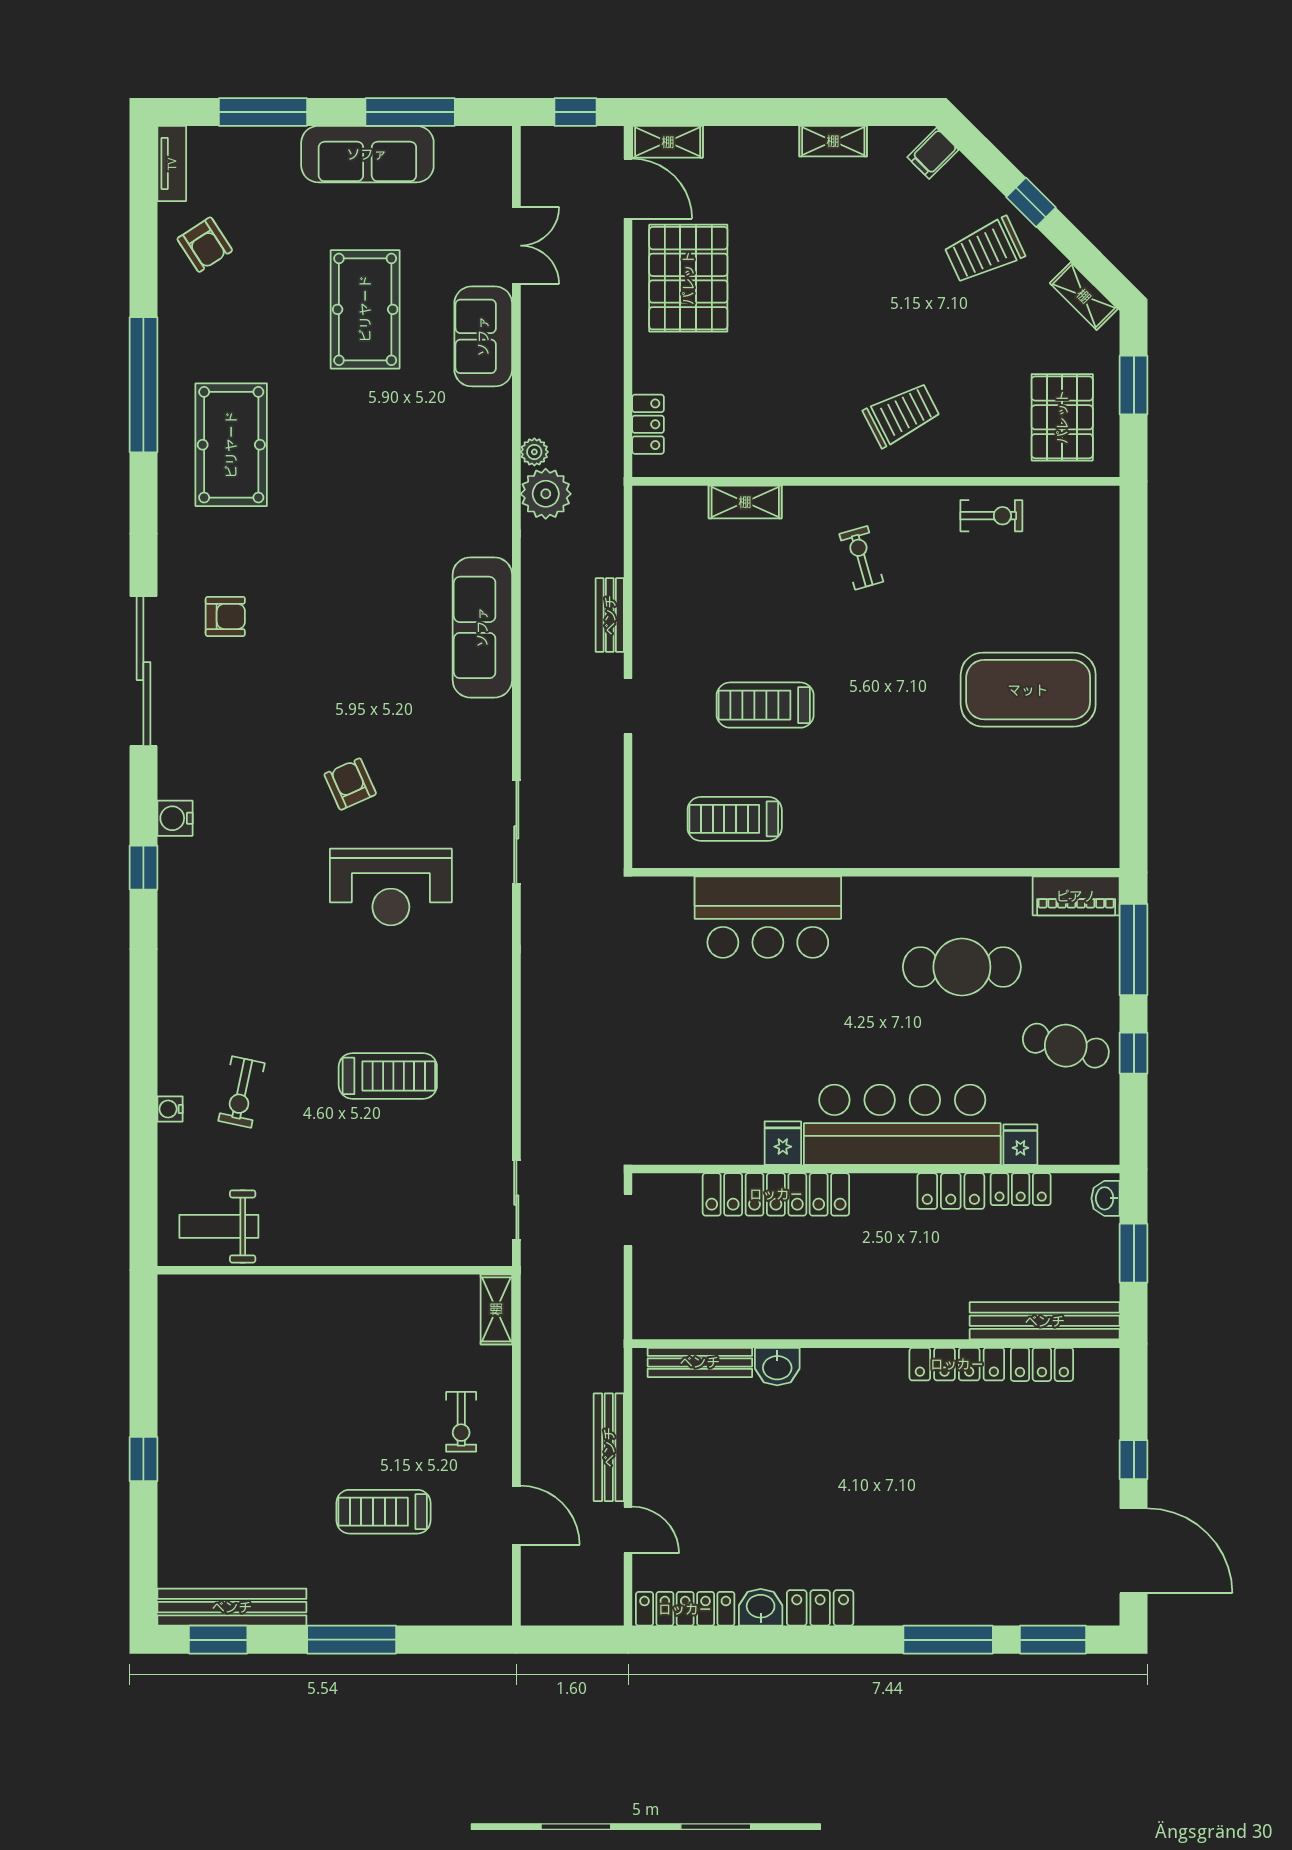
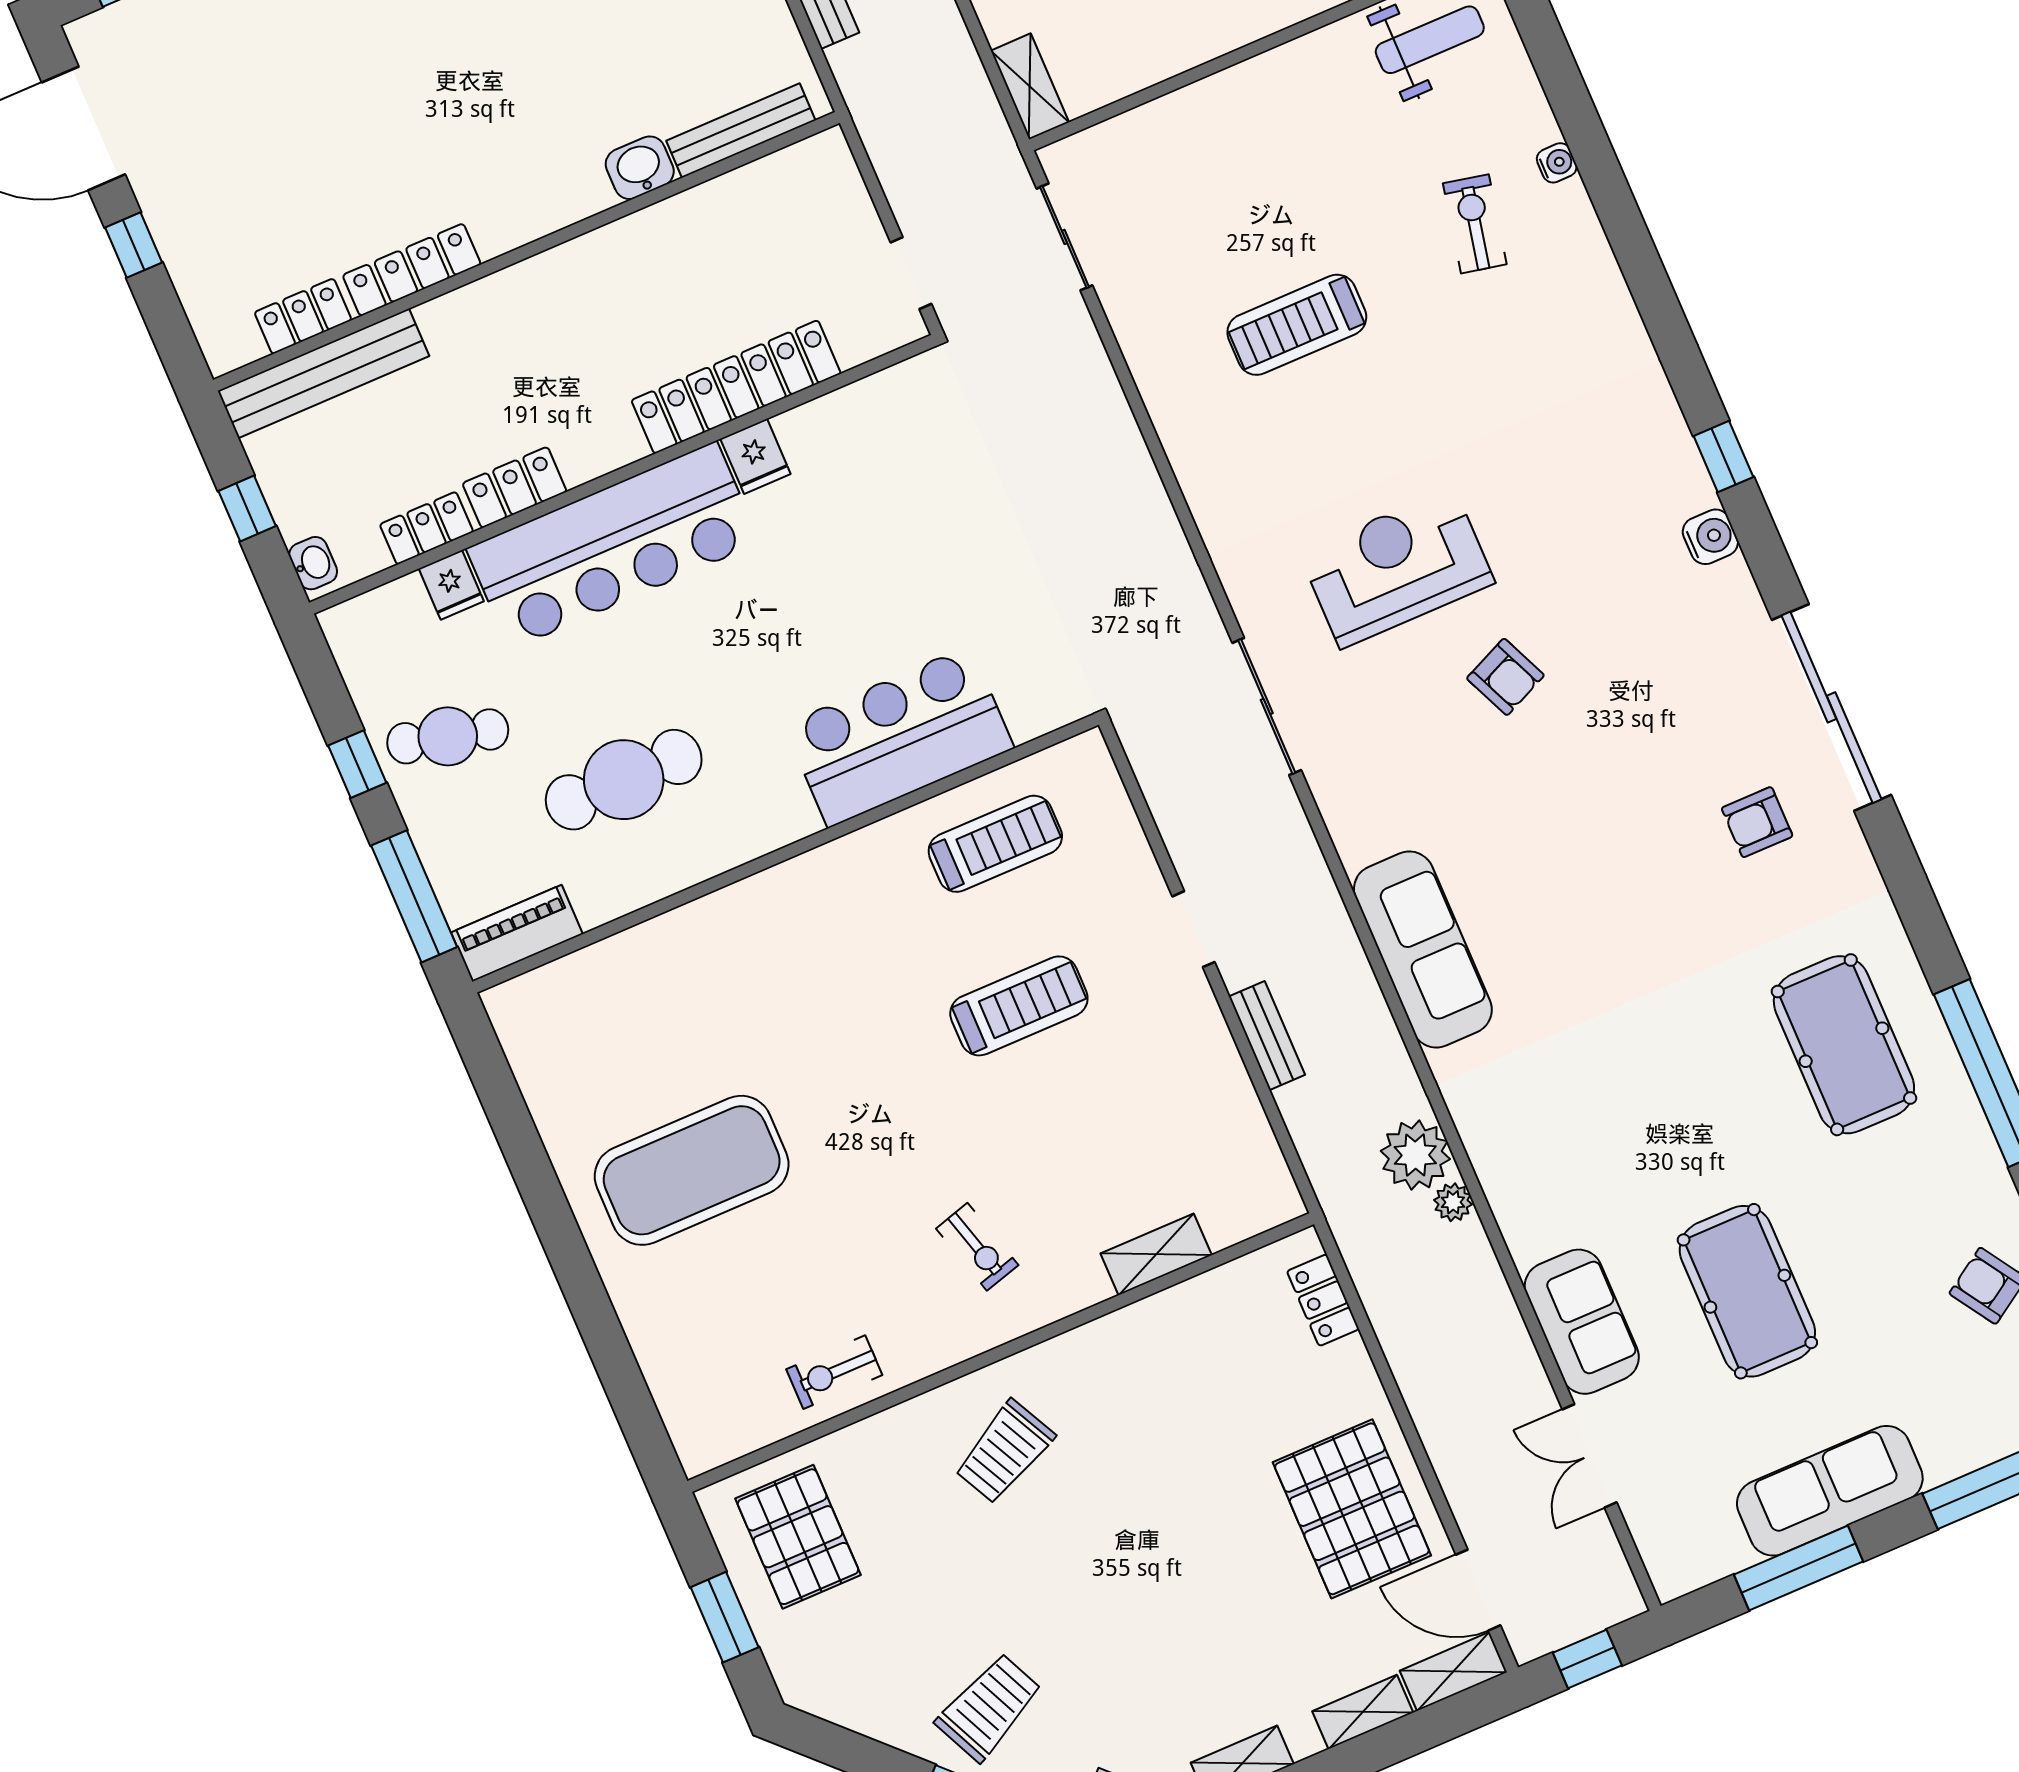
shelving: (1084, 296) -> (1363, 1712), moved, turned -45
window: (1134, 1253) -> (247, 508), width x0.67

